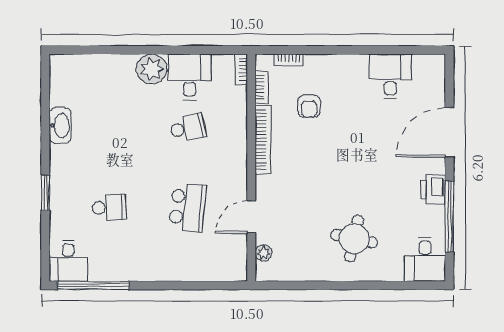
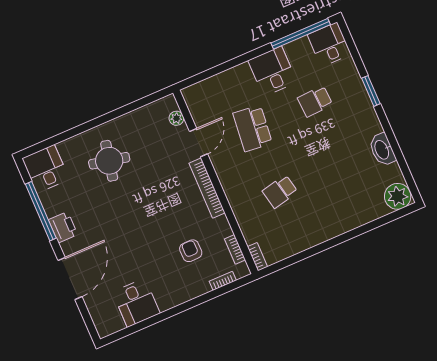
plant: (152, 69) -> (398, 196), moved
desk: (190, 77) -> (272, 71), moved, turned 180
bookcase: (263, 140) -> (207, 188), moved

